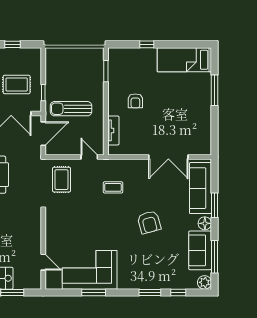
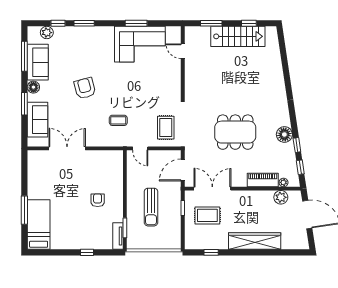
bed: (184, 60) -> (39, 225), moved, turned -90
sun lounger: (71, 109) -> (151, 207), moved, turned 90
tv unit: (113, 130) -> (118, 236), moved
sofa: (200, 188) -> (37, 120), width x0.73
plant: (204, 282) -> (47, 33), moved

